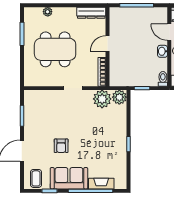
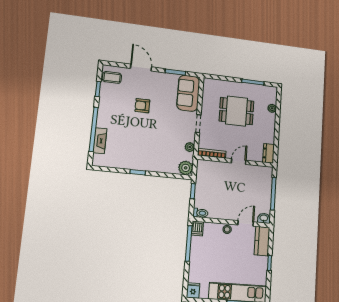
dresser: (91, 13) -> (269, 153), width x0.70
door: (107, 44) -> (239, 162), hinge flipped
dining table: (55, 49) -> (236, 111), width x0.73
washbasin: (162, 51) -> (264, 218), moved
plant: (102, 99) -> (190, 147), width x0.53, depth x0.53
sofa: (69, 178) -> (188, 93), moved, turned 180

